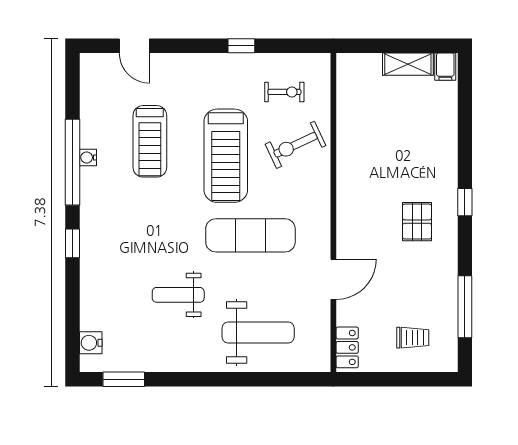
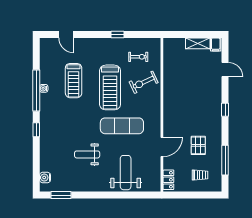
door: (465, 118) -> (225, 70), added
pallet: (417, 222) -> (198, 145), moved
weight bench: (258, 333) -> (126, 173), turned -90

